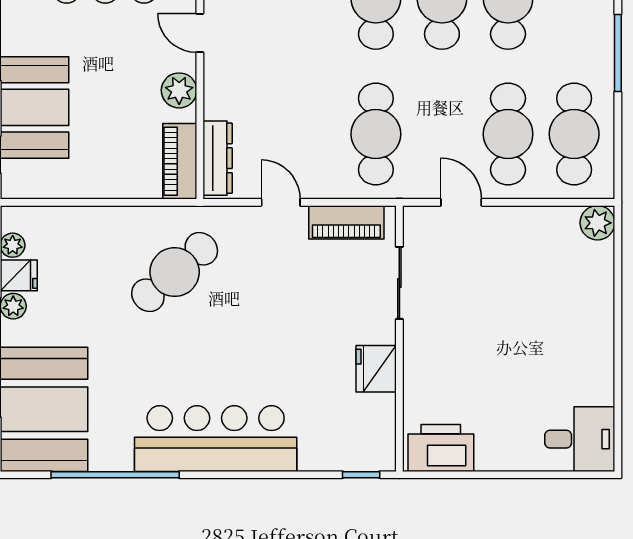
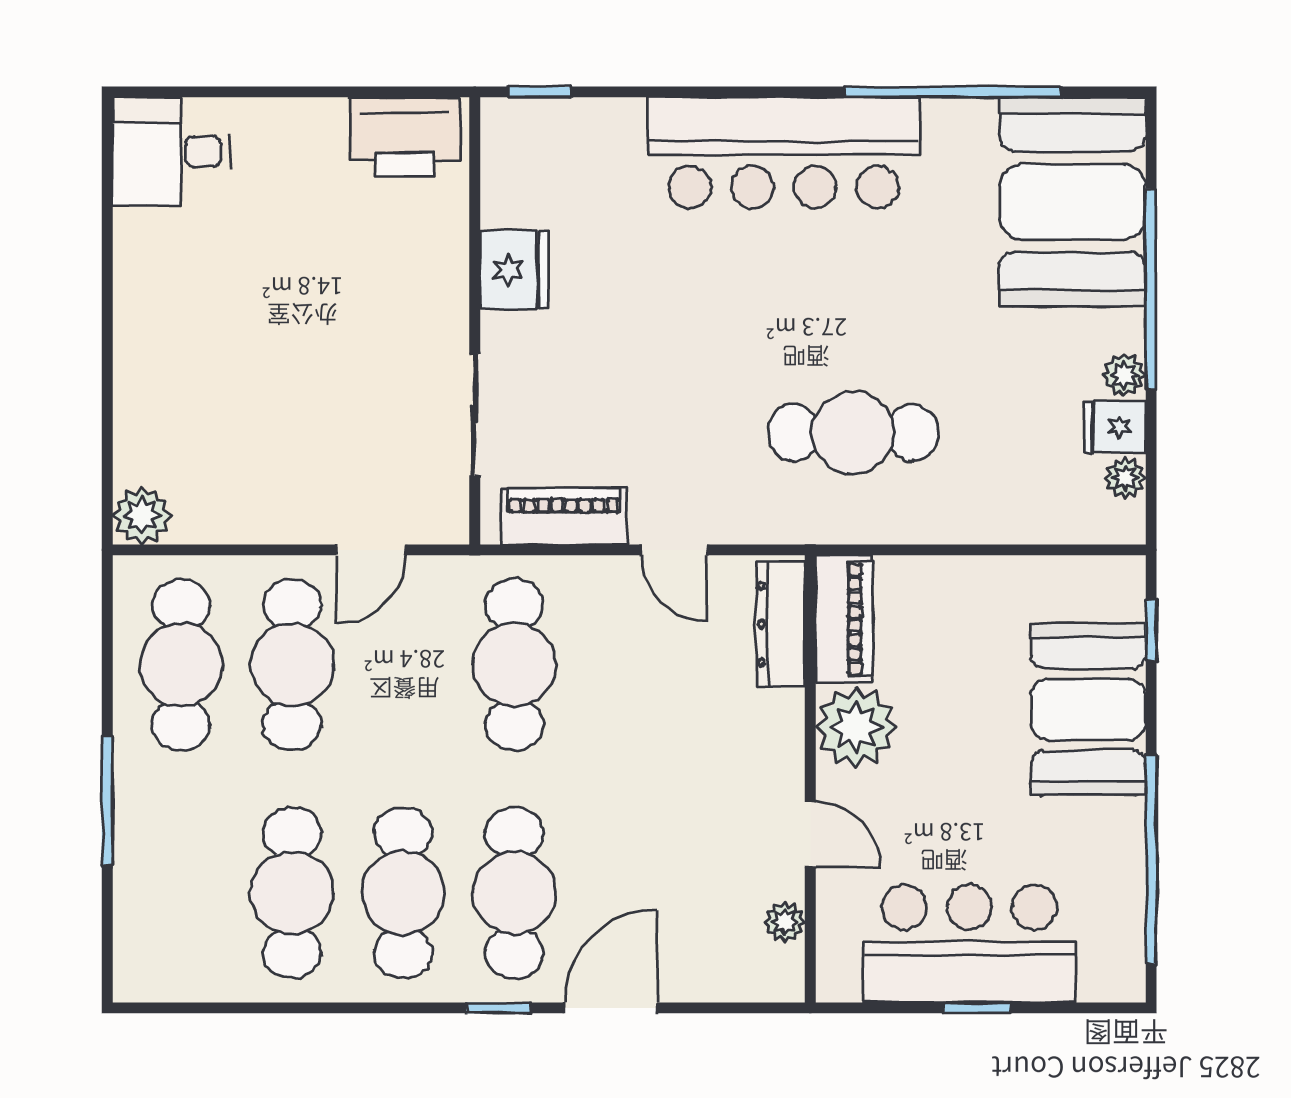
plant: (179, 90) -> (856, 727), width x1.36, depth x1.36
door: (461, 202) -> (371, 550), hinge flipped
cafe table: (175, 272) -> (853, 433), turned 41

